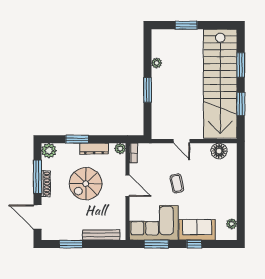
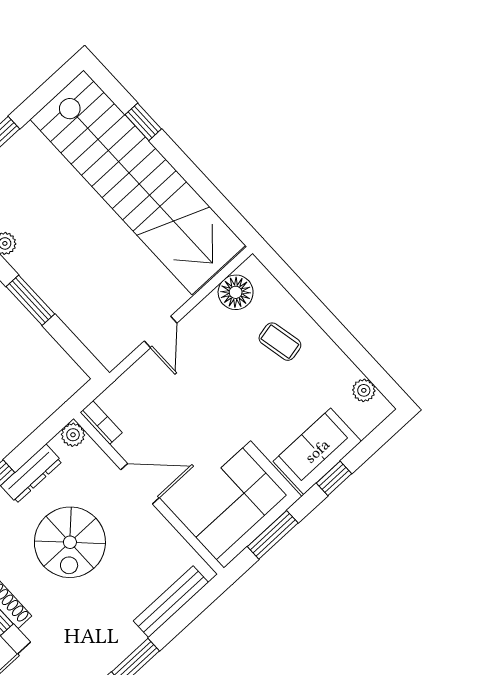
window: (241, 65) -> (143, 122), width x0.67
window: (241, 104) -> (201, 184), removed
door: (181, 141) -> (161, 332), hinge flipped
coffee table: (177, 183) -> (280, 342), moved

